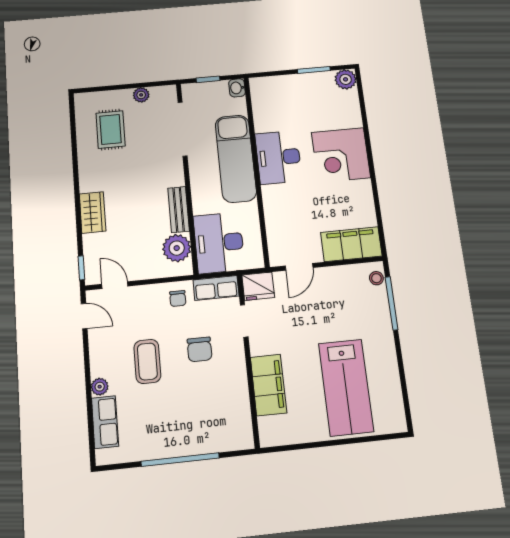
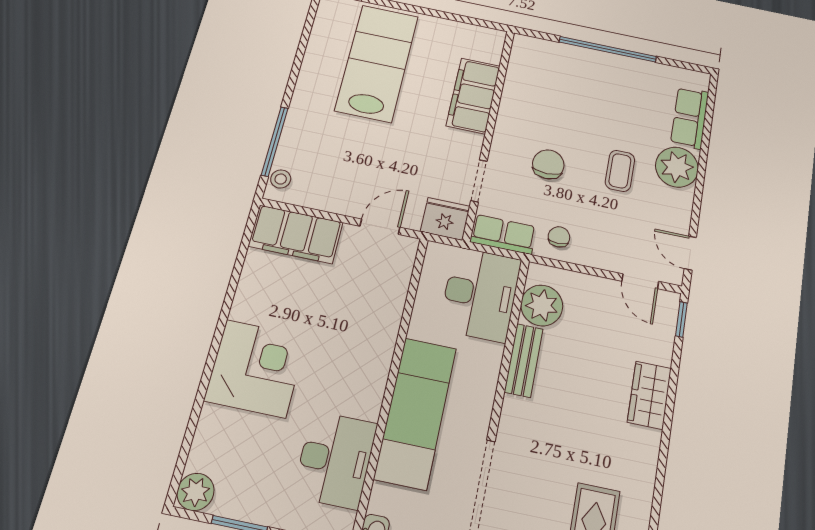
desk: (278, 157) -> (335, 460), moved
coffee table: (147, 361) -> (620, 171), width x0.73, depth x0.77
plant: (100, 387) -> (677, 167), width x1.87, depth x1.87

